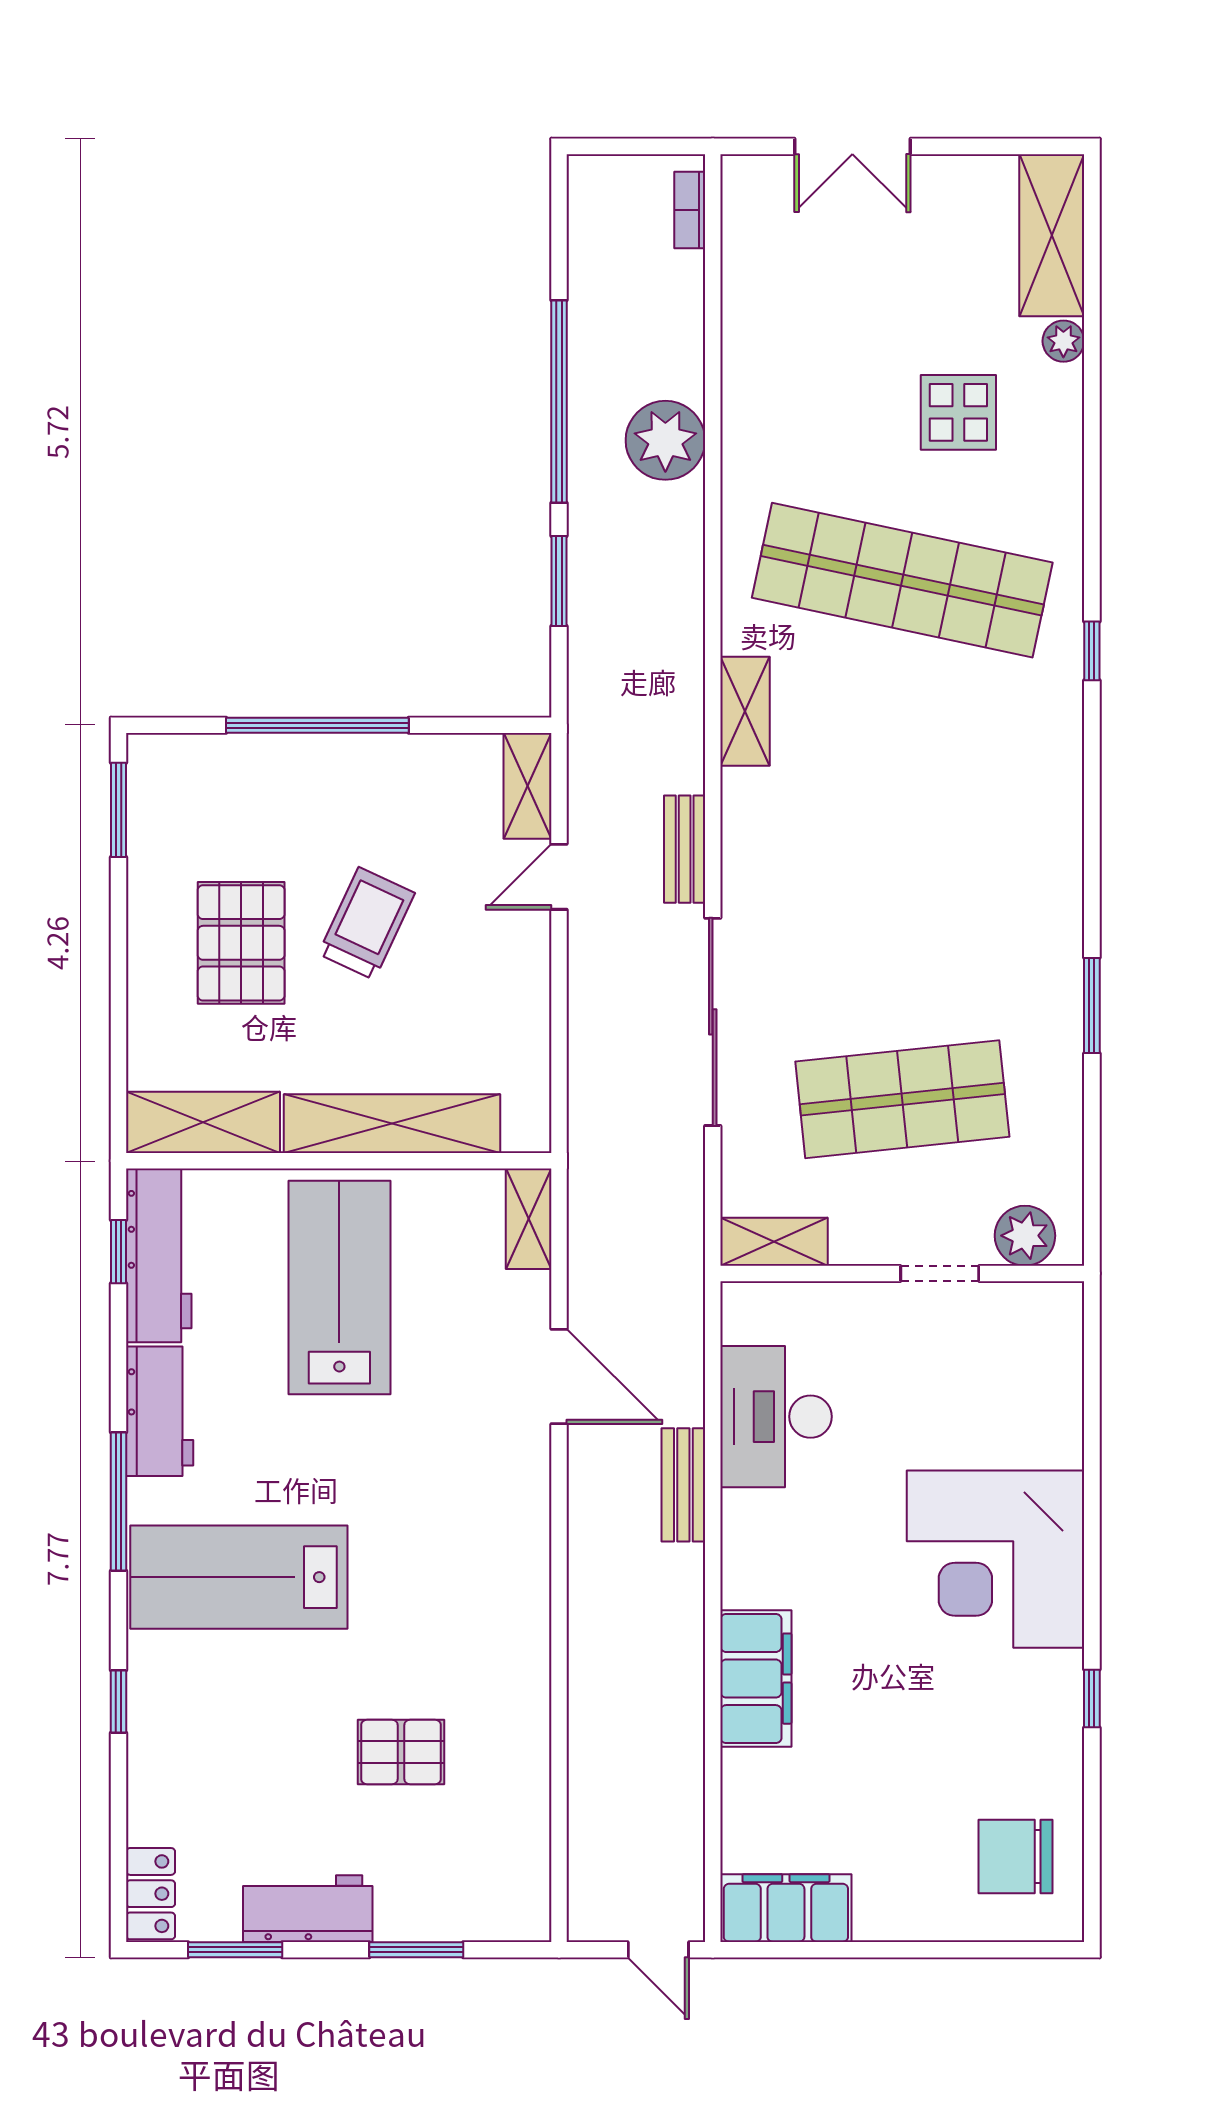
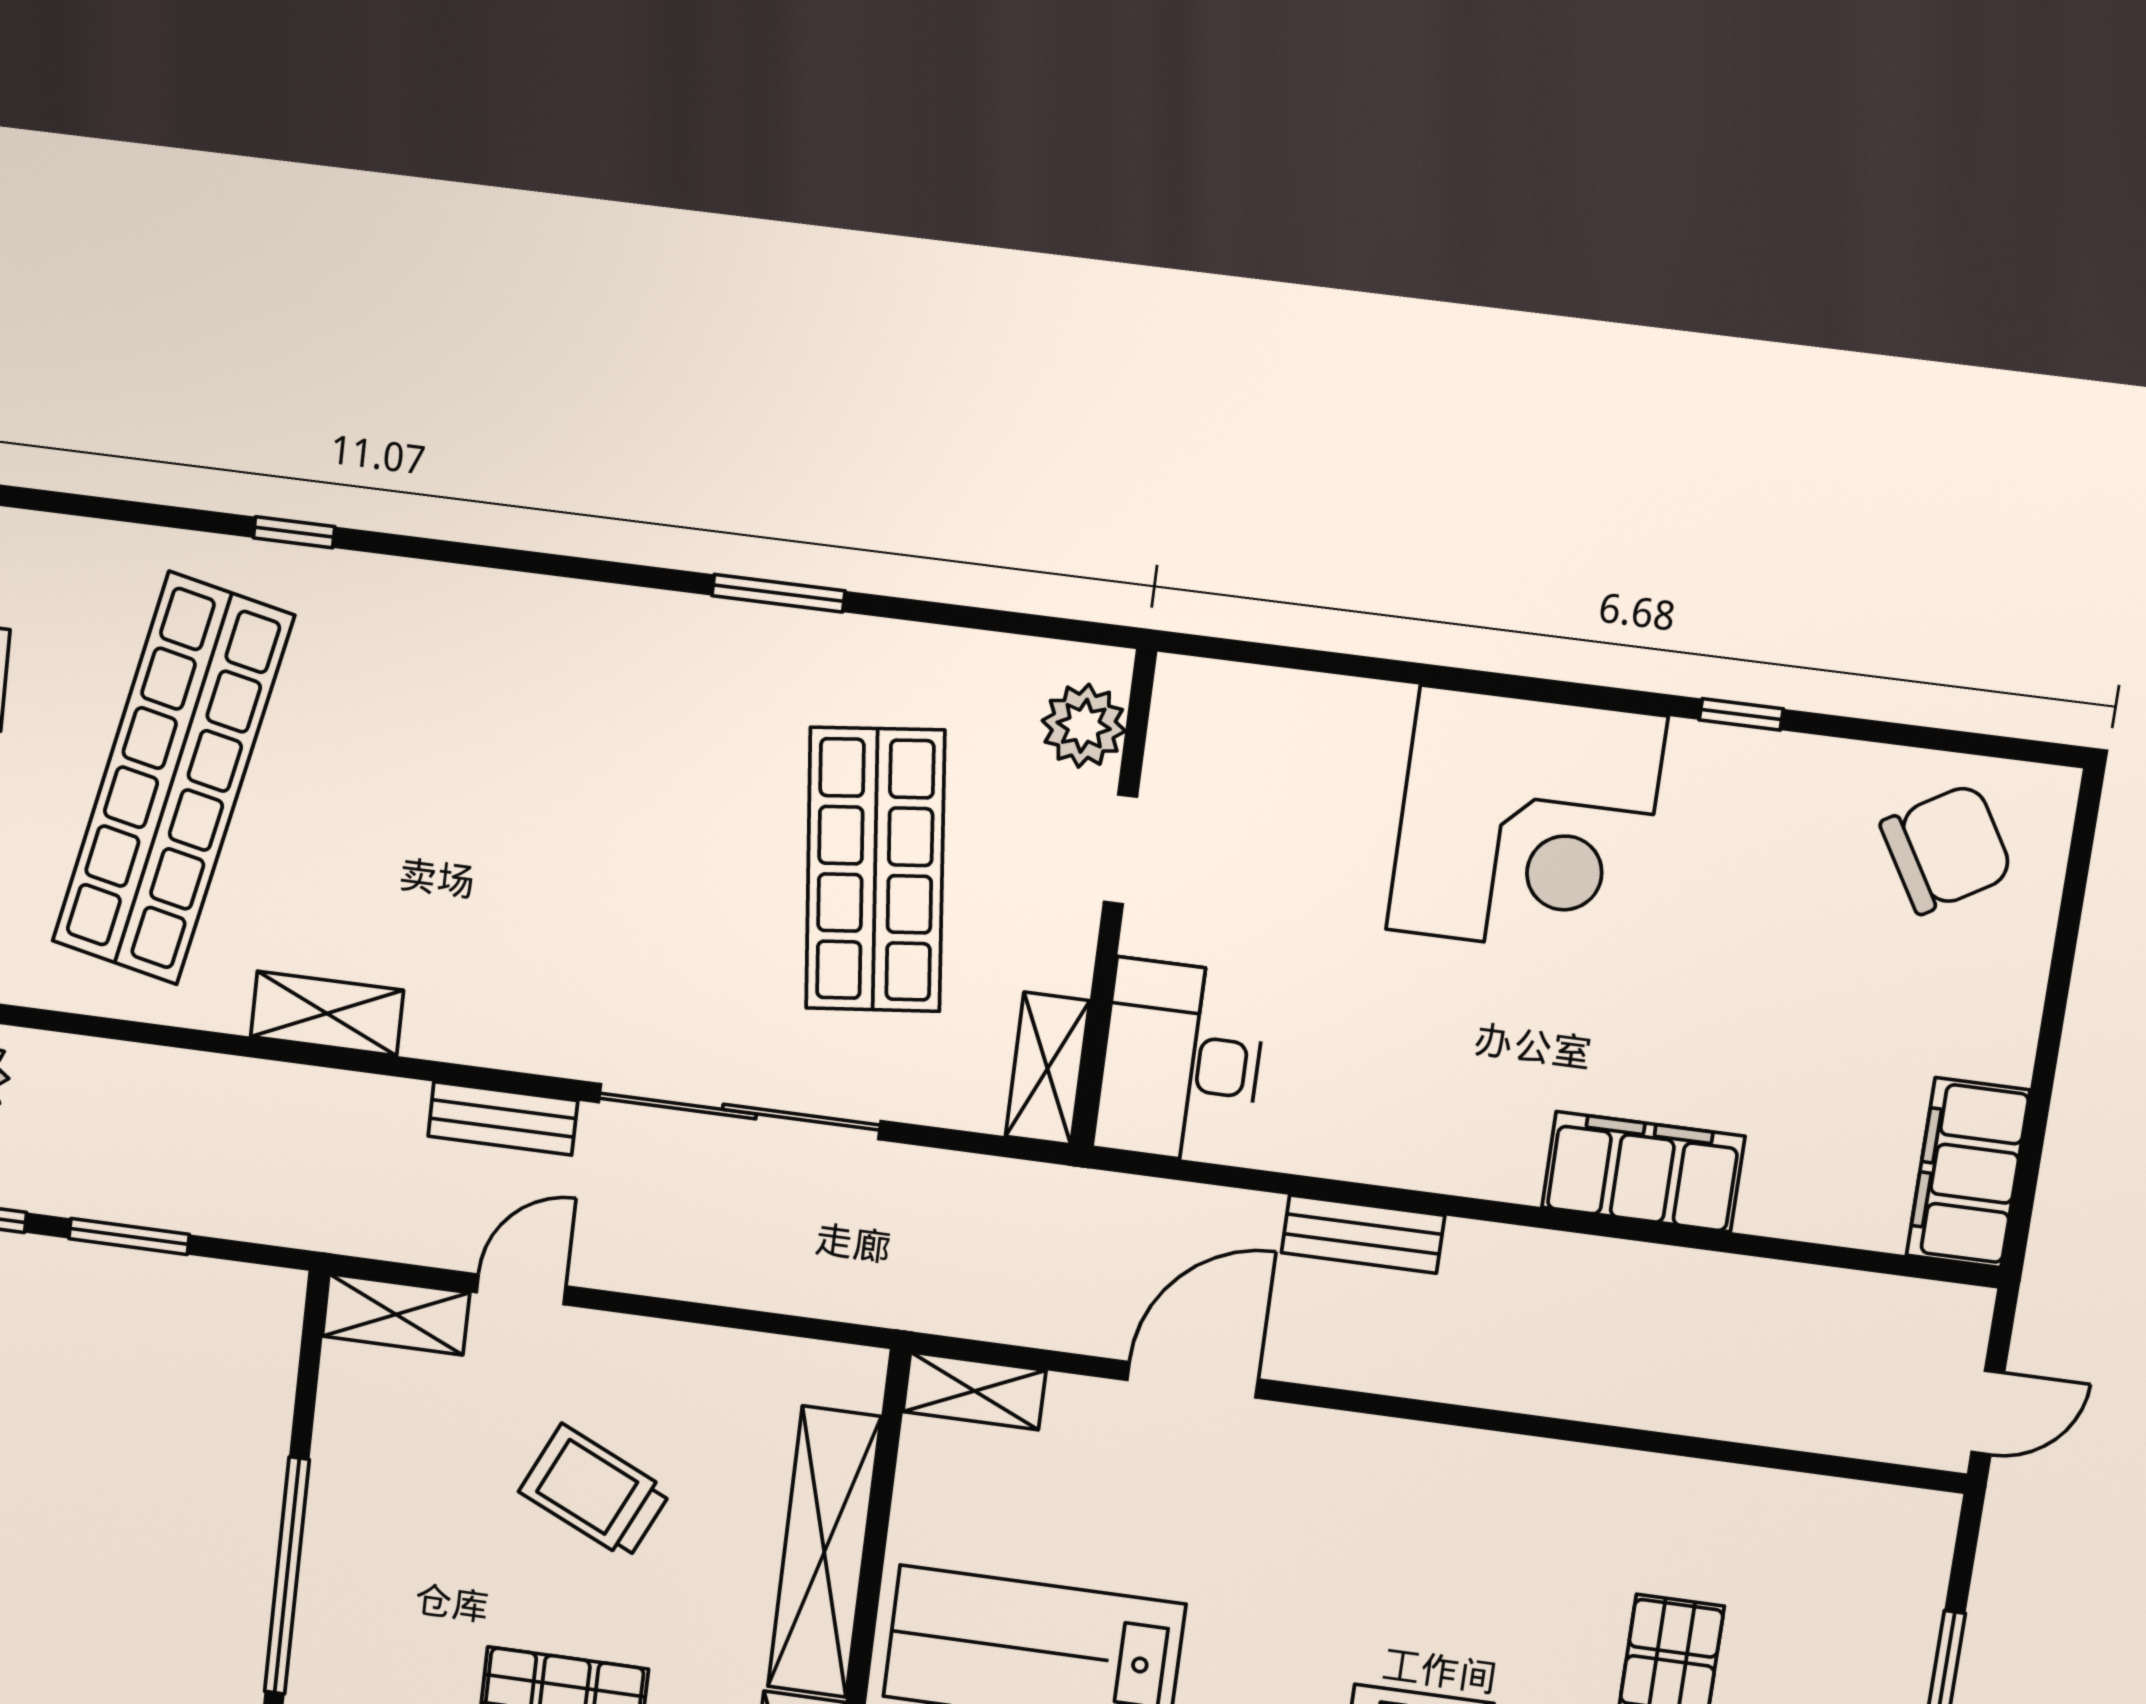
door: (559, 877) -> (521, 1289), swing flipped
trolley: (366, 923) -> (595, 1492), moved
desk: (776, 1417) -> (1180, 1062), moved, turned 90
chair: (1015, 1856) -> (1947, 849), turned -121
door: (658, 1950) -> (1988, 1413), moved

